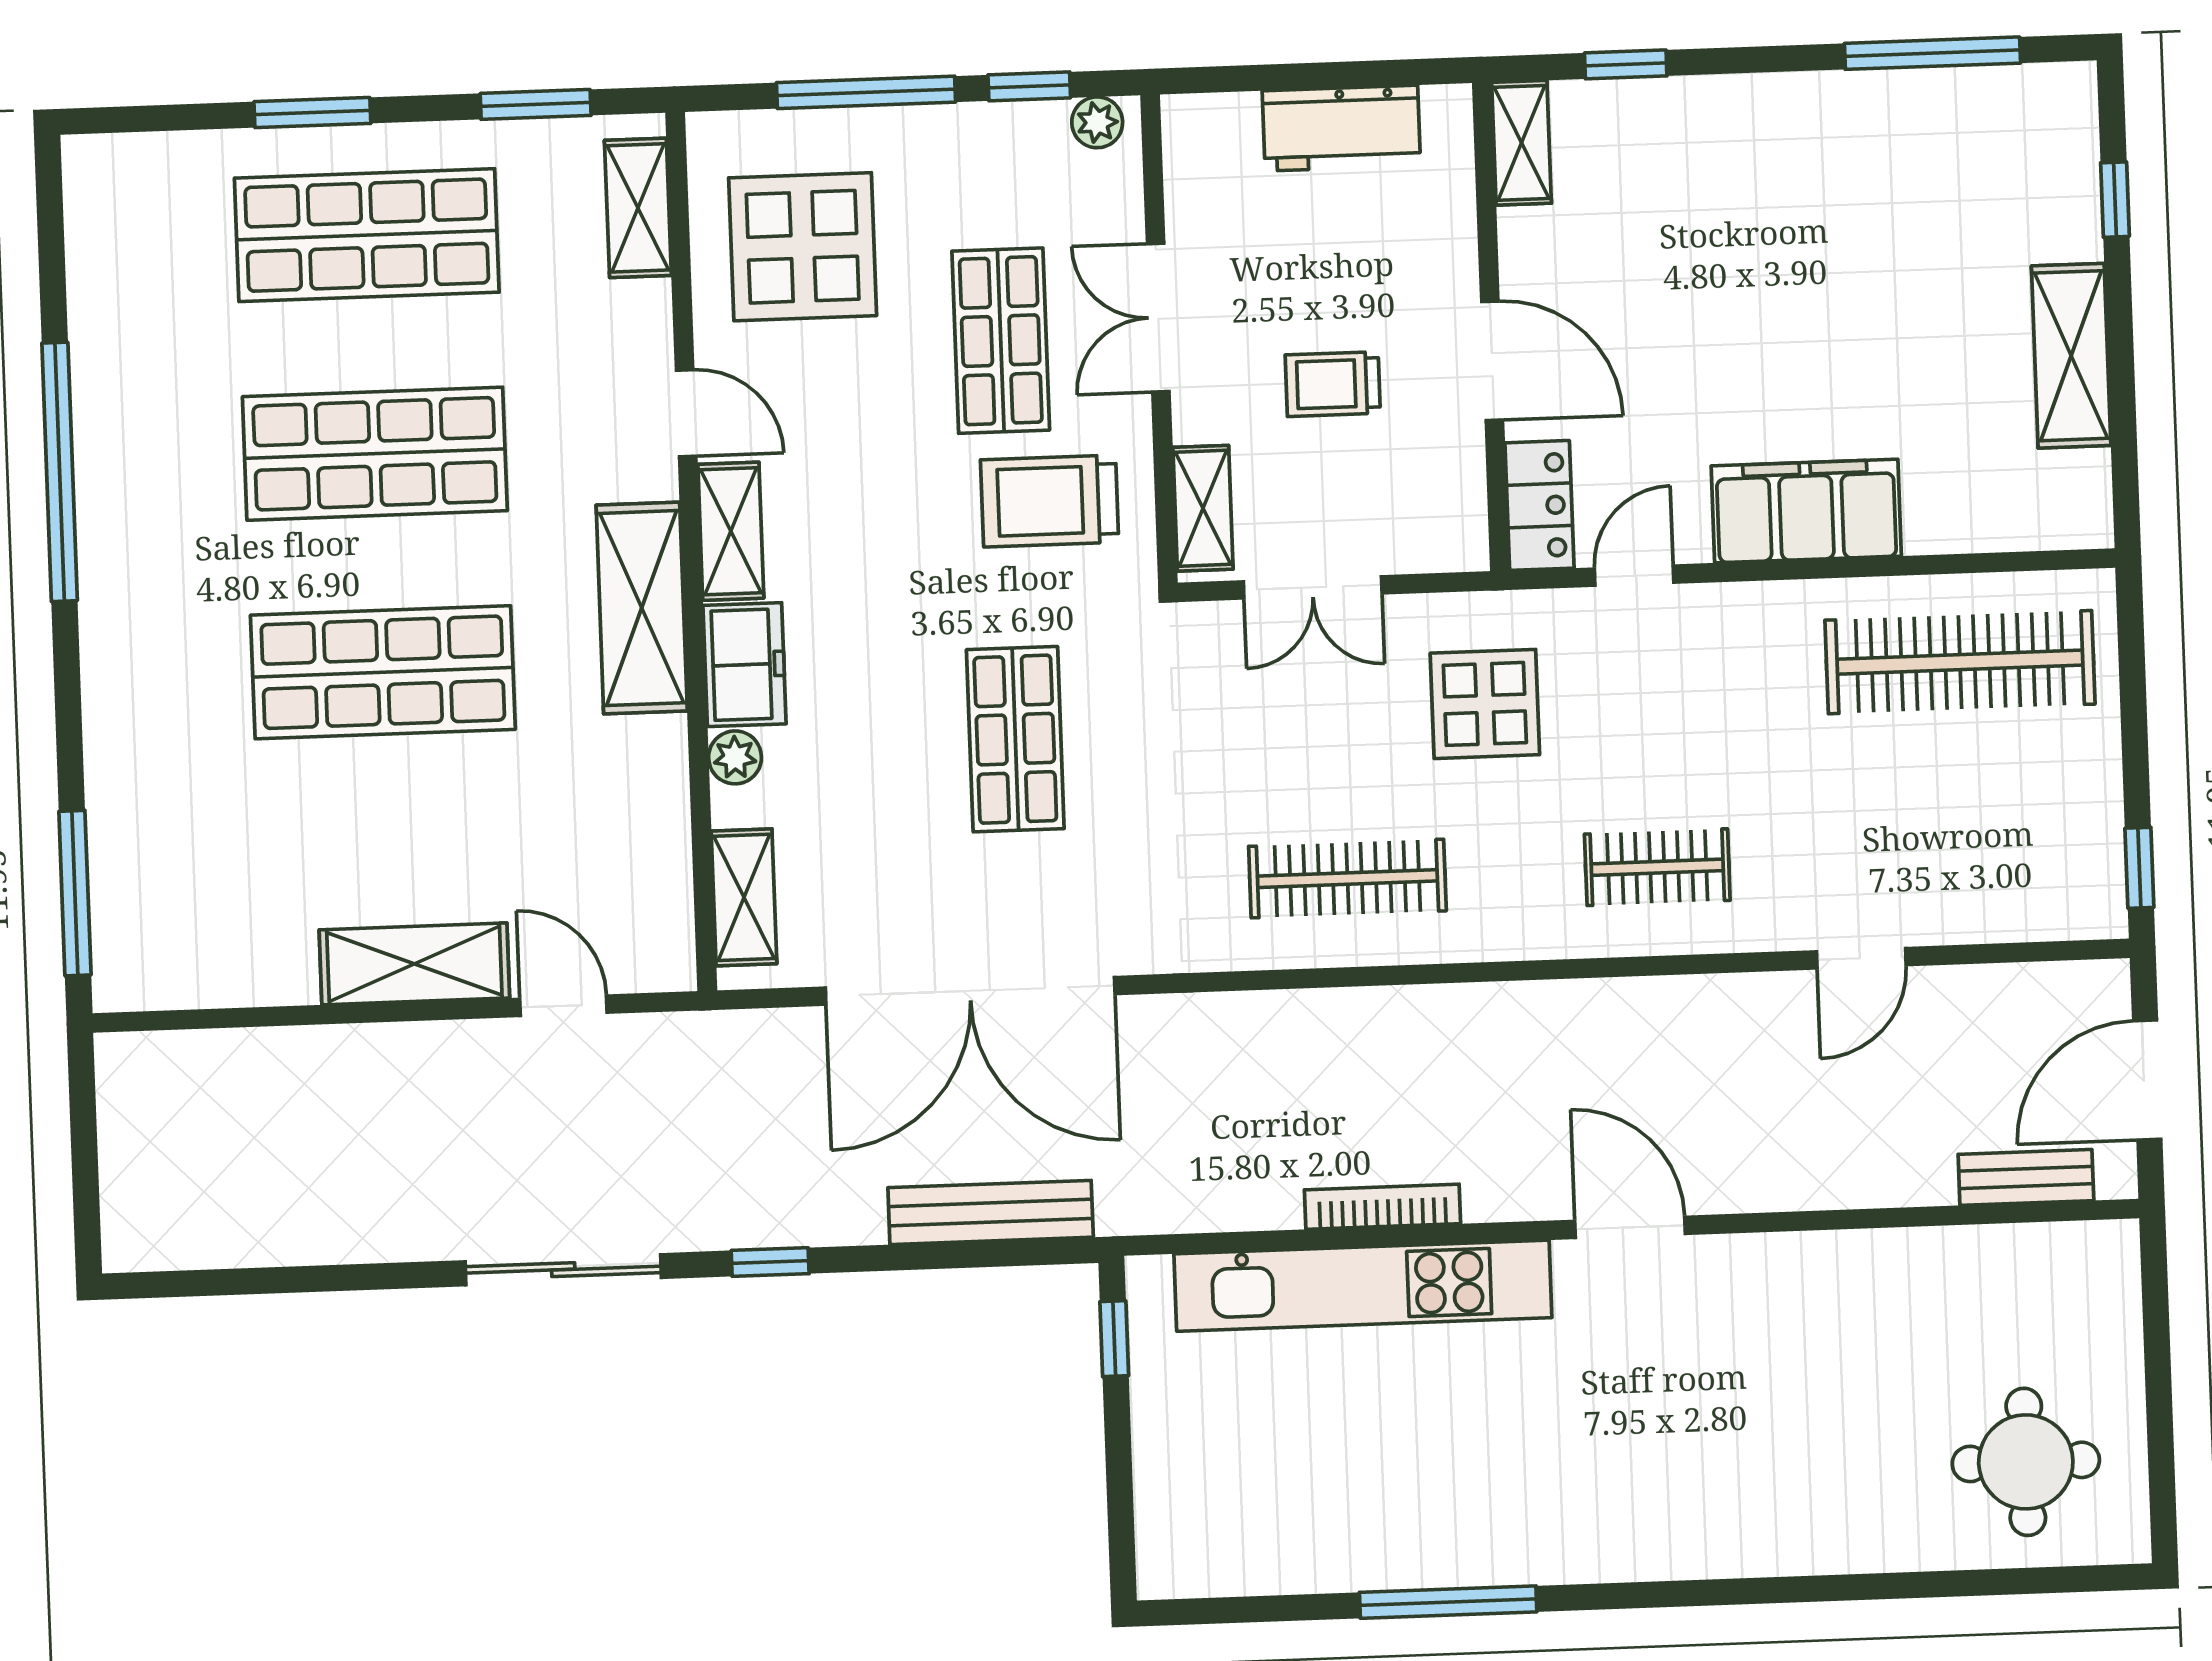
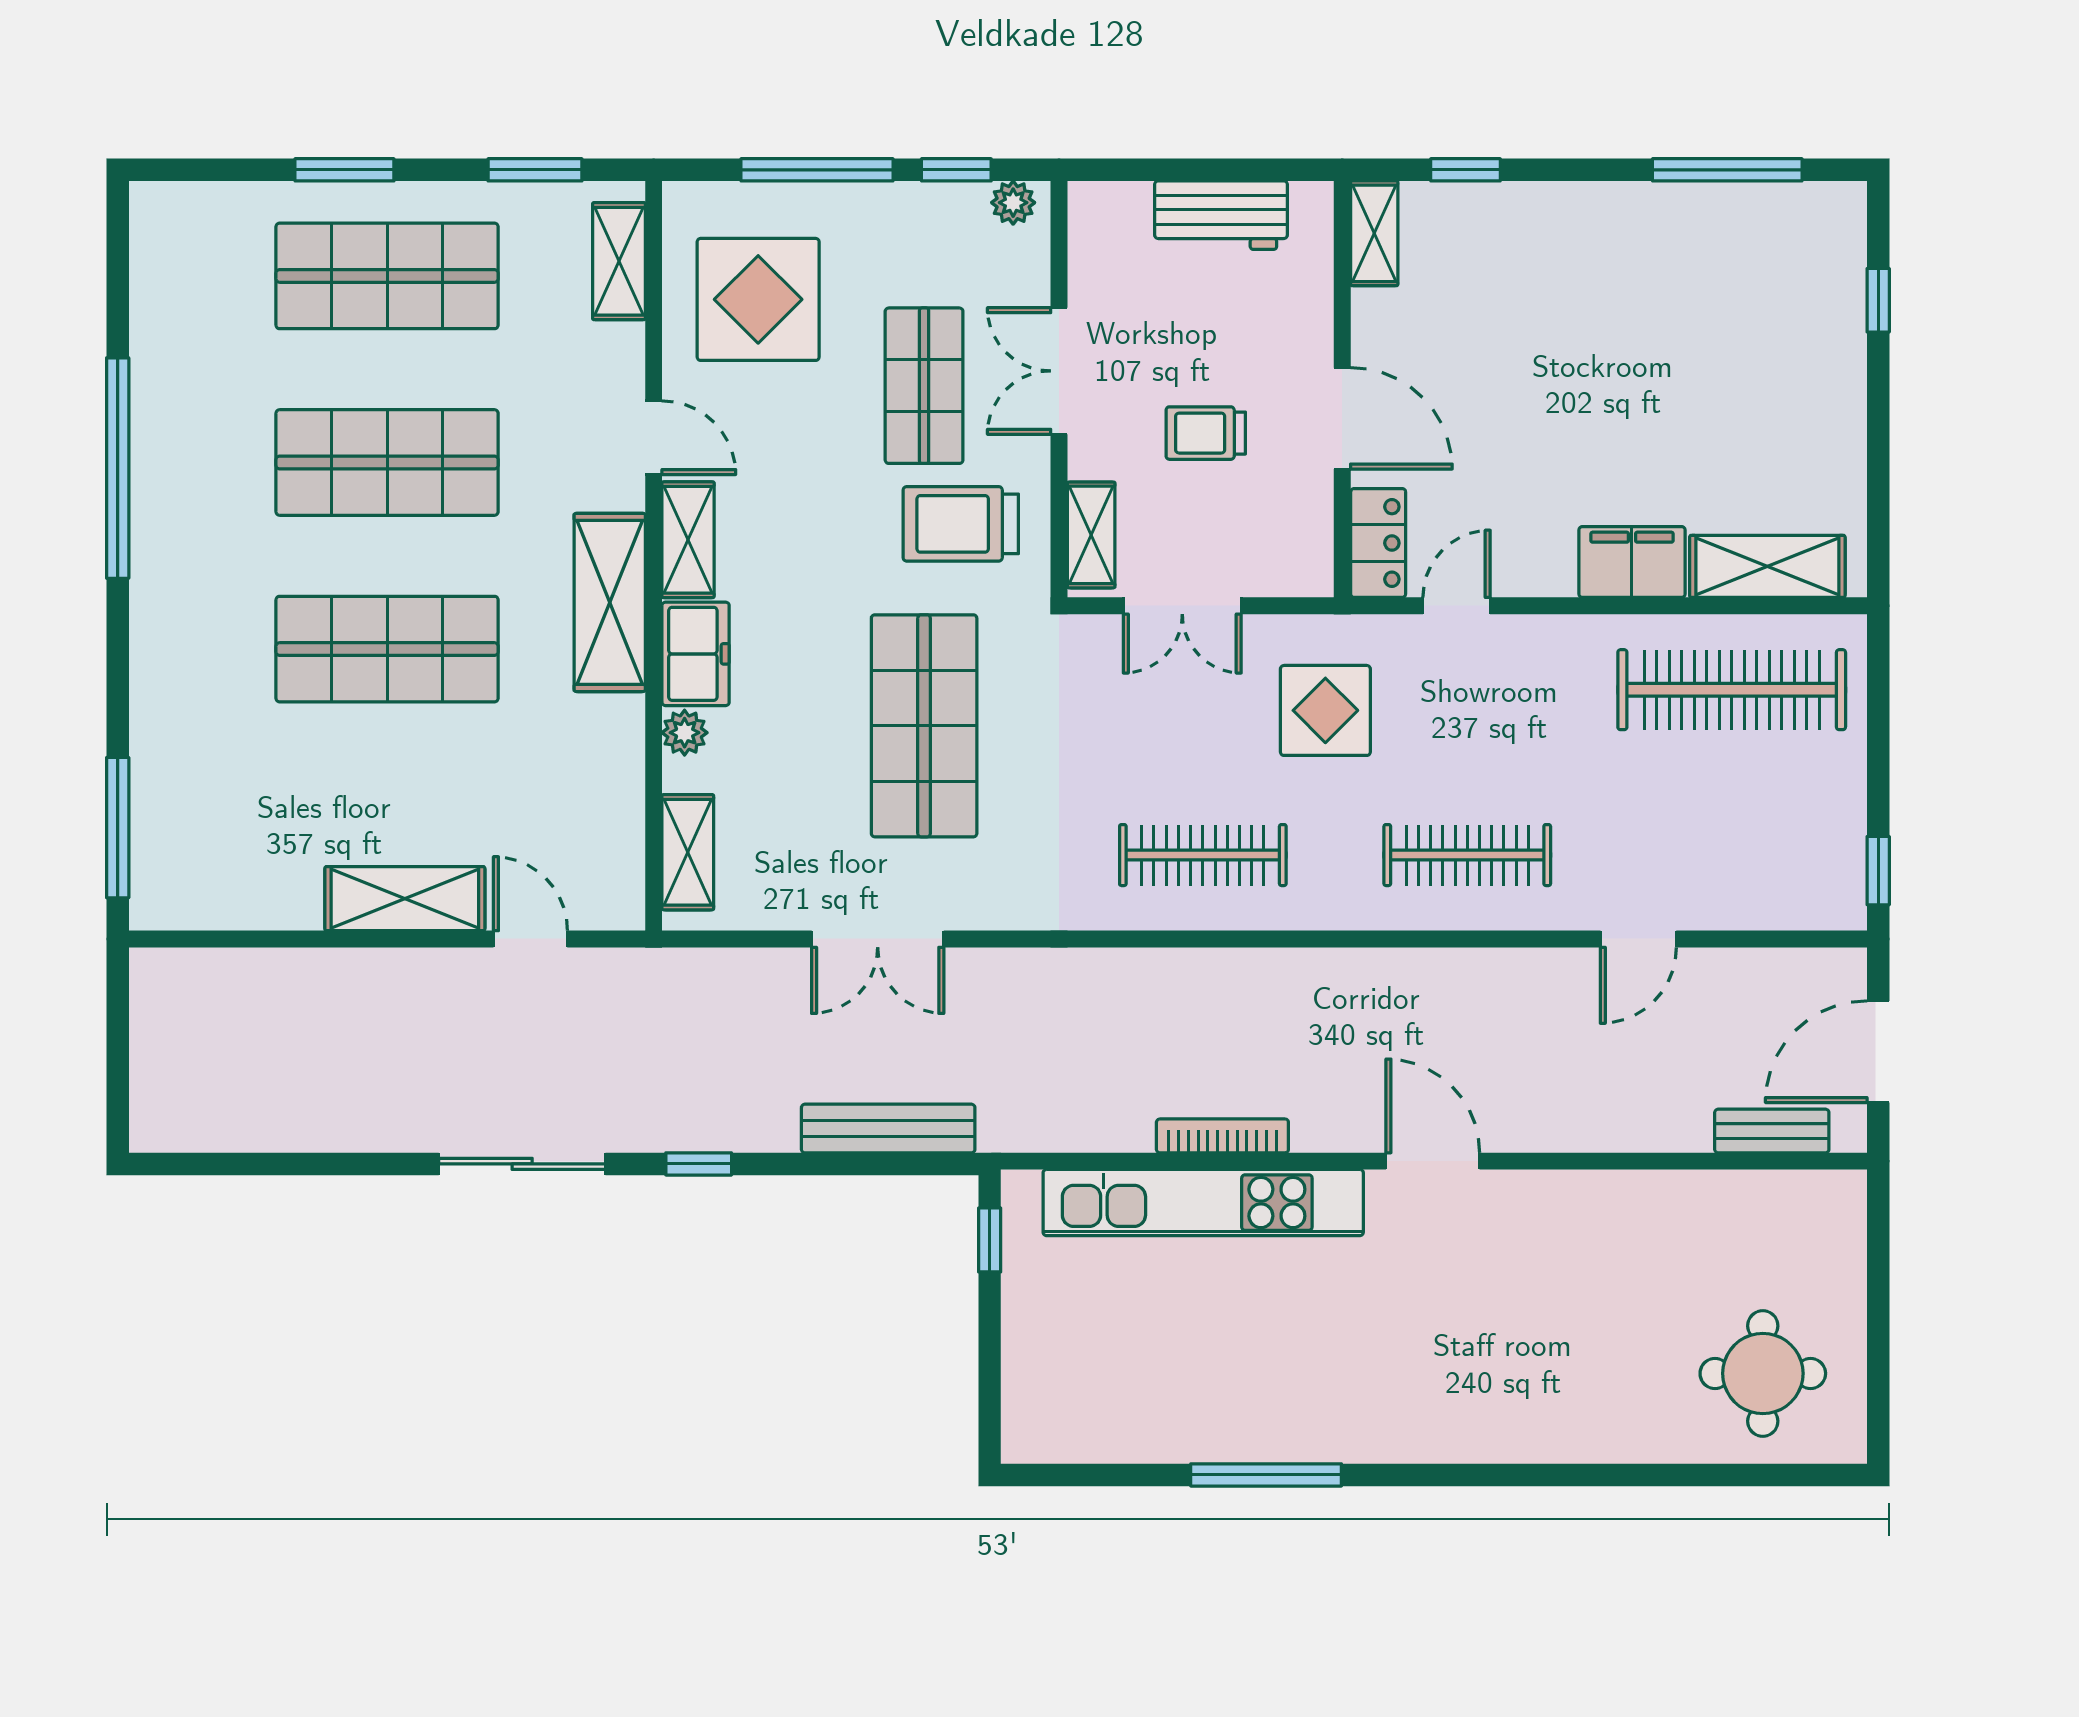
shelving: (2071, 356) -> (1767, 566), moved, turned 90
filing cabinet: (1806, 511) -> (1632, 562), width x0.67, depth x0.86
shop shelf: (1015, 739) -> (924, 726), width x1.43, depth x1.36
clothes rail: (1657, 867) -> (1467, 855), width x1.36
double door: (970, 991) -> (878, 939), width x0.54

